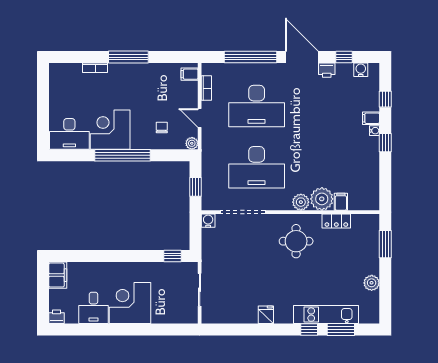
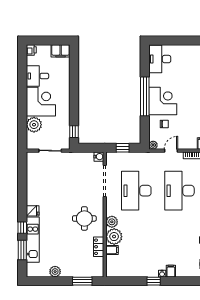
window: (385, 99) -> (184, 281), removed
corner desk: (110, 130) -> (163, 101), moved
plant: (163, 313) -> (34, 125), added
fridge: (266, 315) -> (33, 211), moved

